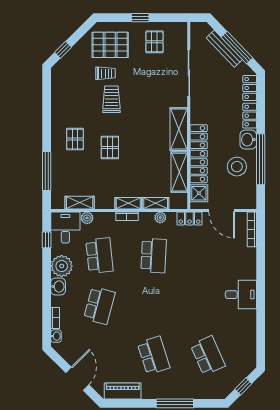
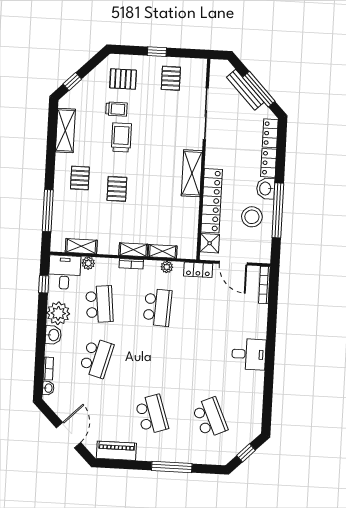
pallet: (110, 45) -> (123, 79), width x0.67, depth x0.71
shelving: (179, 172) -> (65, 130), moved

